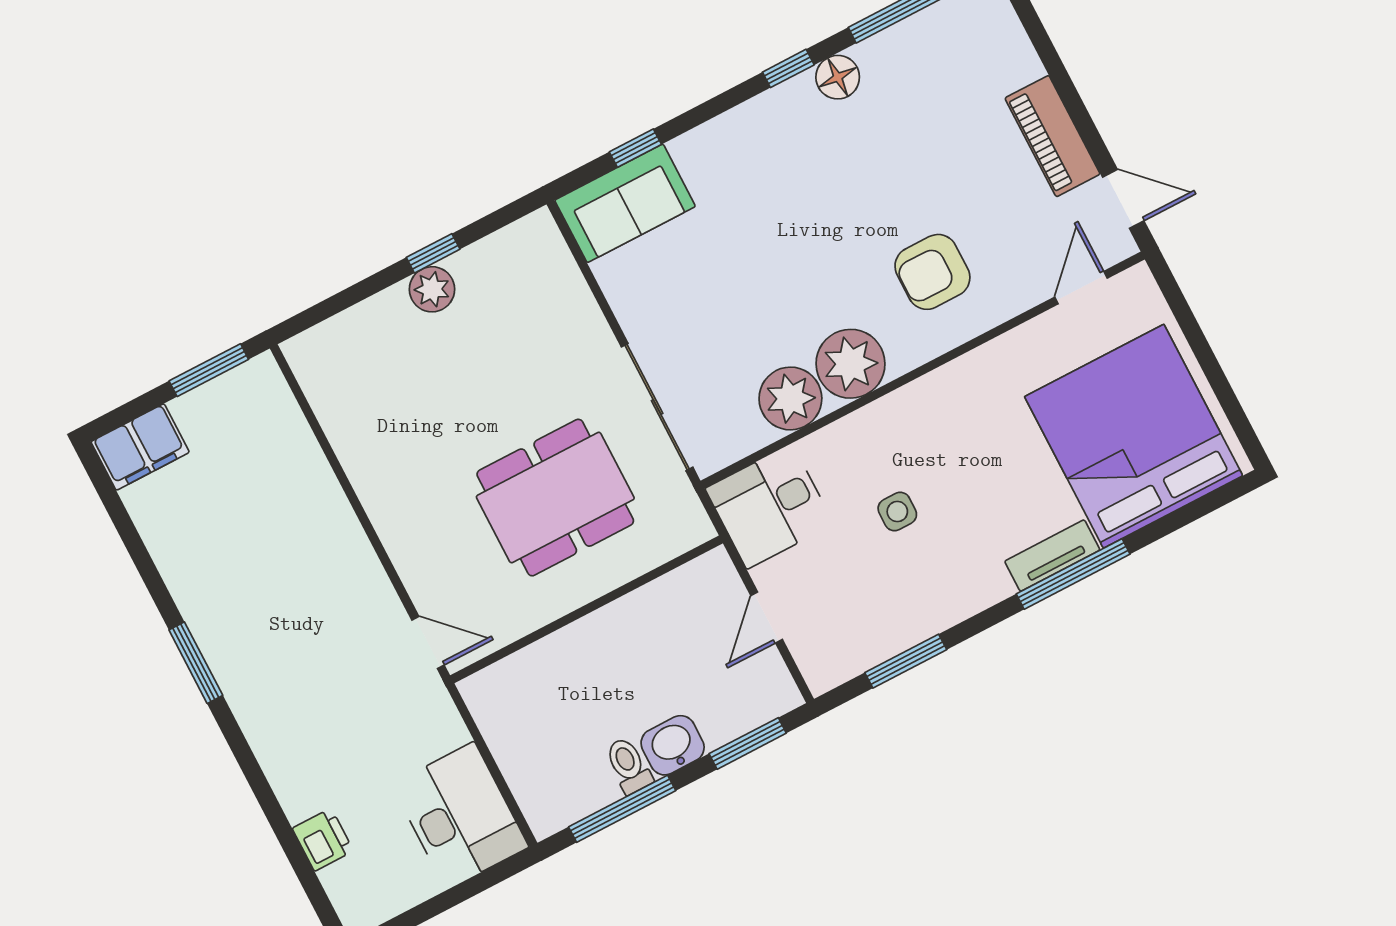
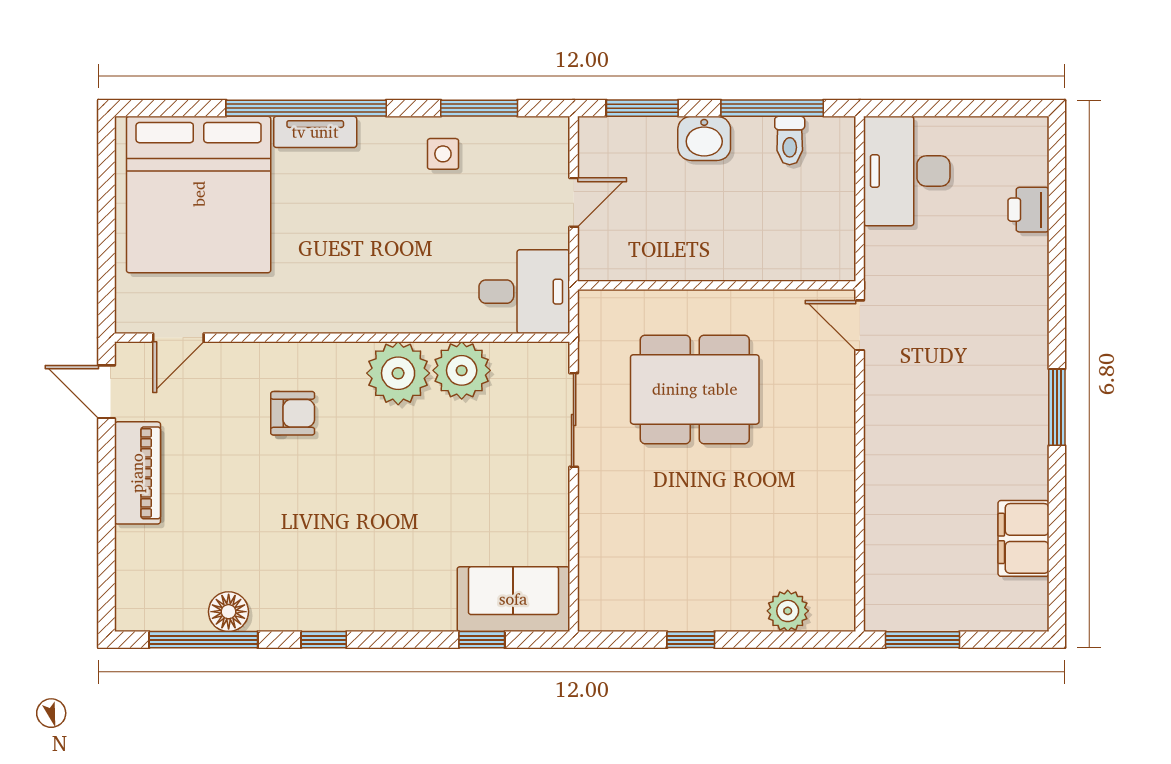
floor lamp: (838, 77) -> (229, 612), moved
armchair: (932, 272) -> (293, 413), width x0.72, depth x0.72
plant: (432, 289) -> (788, 611), moved
sliding door: (657, 407) -> (574, 420), width x0.73
filing cabinet: (140, 447) -> (1024, 538), moved, turned -90
side table: (897, 512) -> (443, 154), moved
window: (1073, 574) -> (306, 108), width x1.46
toilet: (629, 766) -> (790, 141), moved

